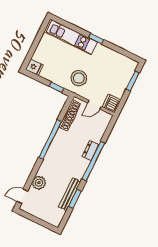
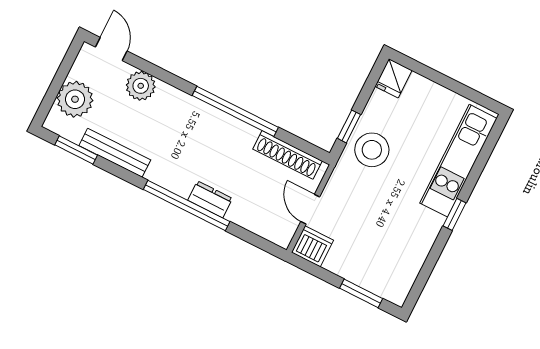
stool: (79, 78) -> (372, 150), moved
window: (75, 199) -> (76, 150), moved
plant: (45, 213) -> (75, 99), added

